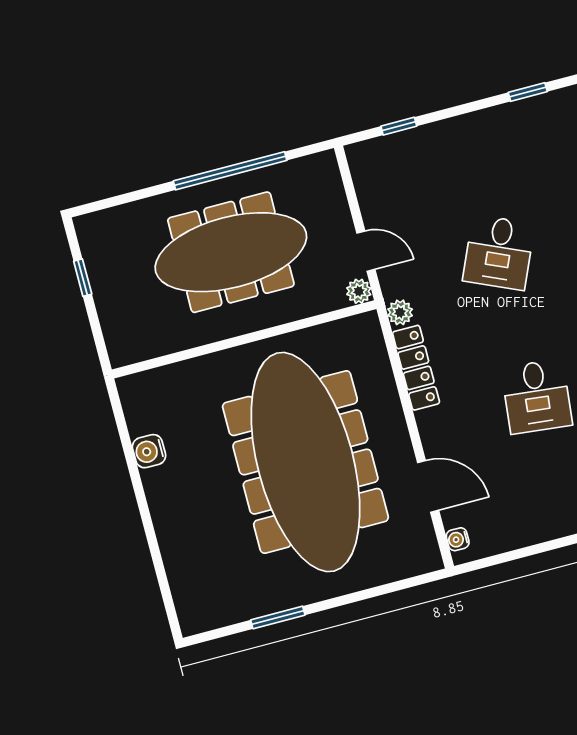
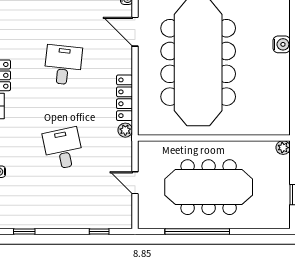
door: (366, 251) -> (135, 183), moved
desk: (499, 252) -> (63, 149), turned -36
plant: (359, 291) -> (283, 148), moved
water cooler: (149, 451) -> (282, 44), moved

